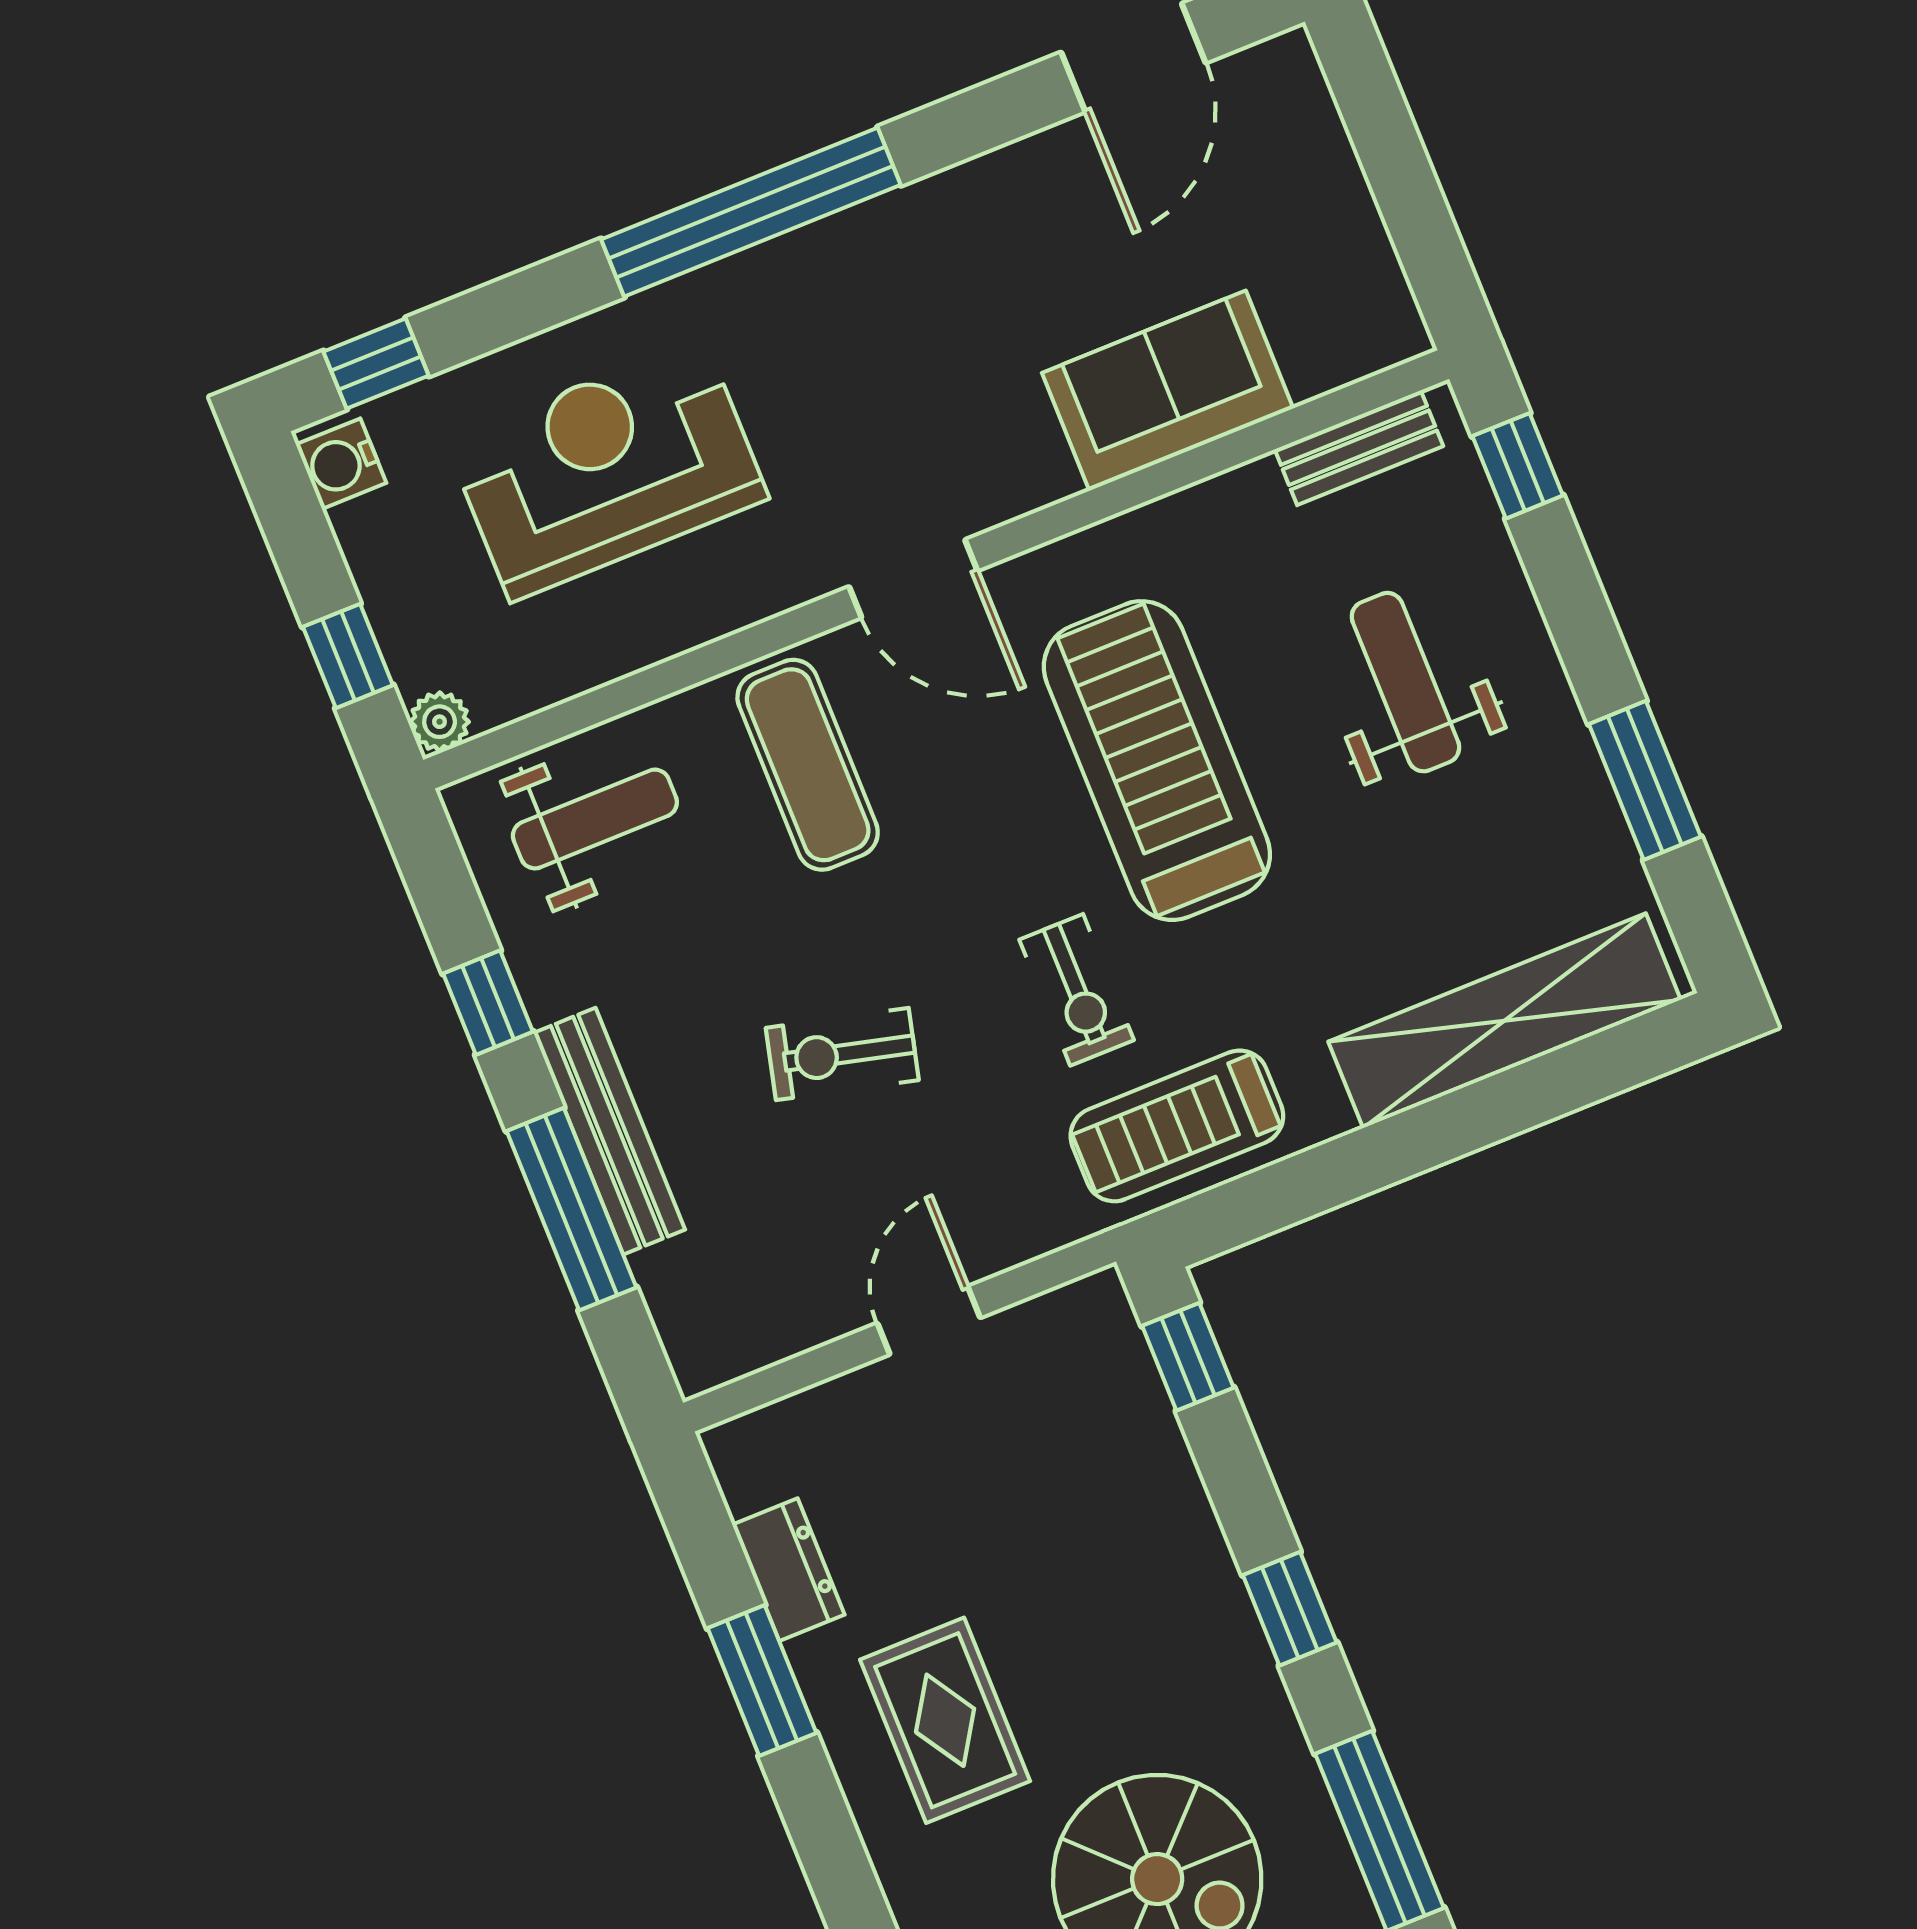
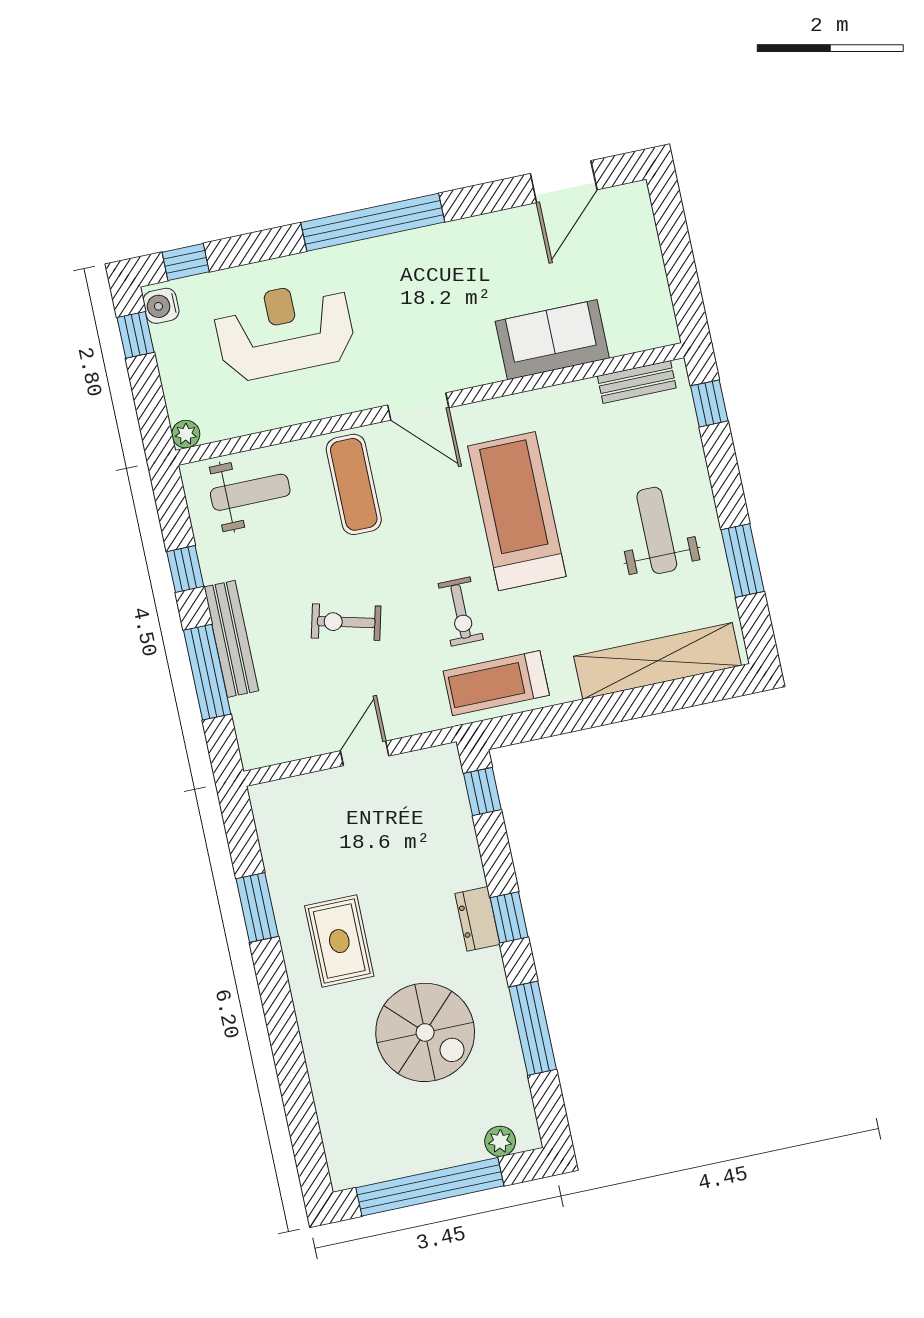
window: (348, 656) -> (136, 335), moved
weight bench: (1405, 682) -> (657, 530), moved
dresser: (788, 1570) -> (477, 919), moved, turned 180

